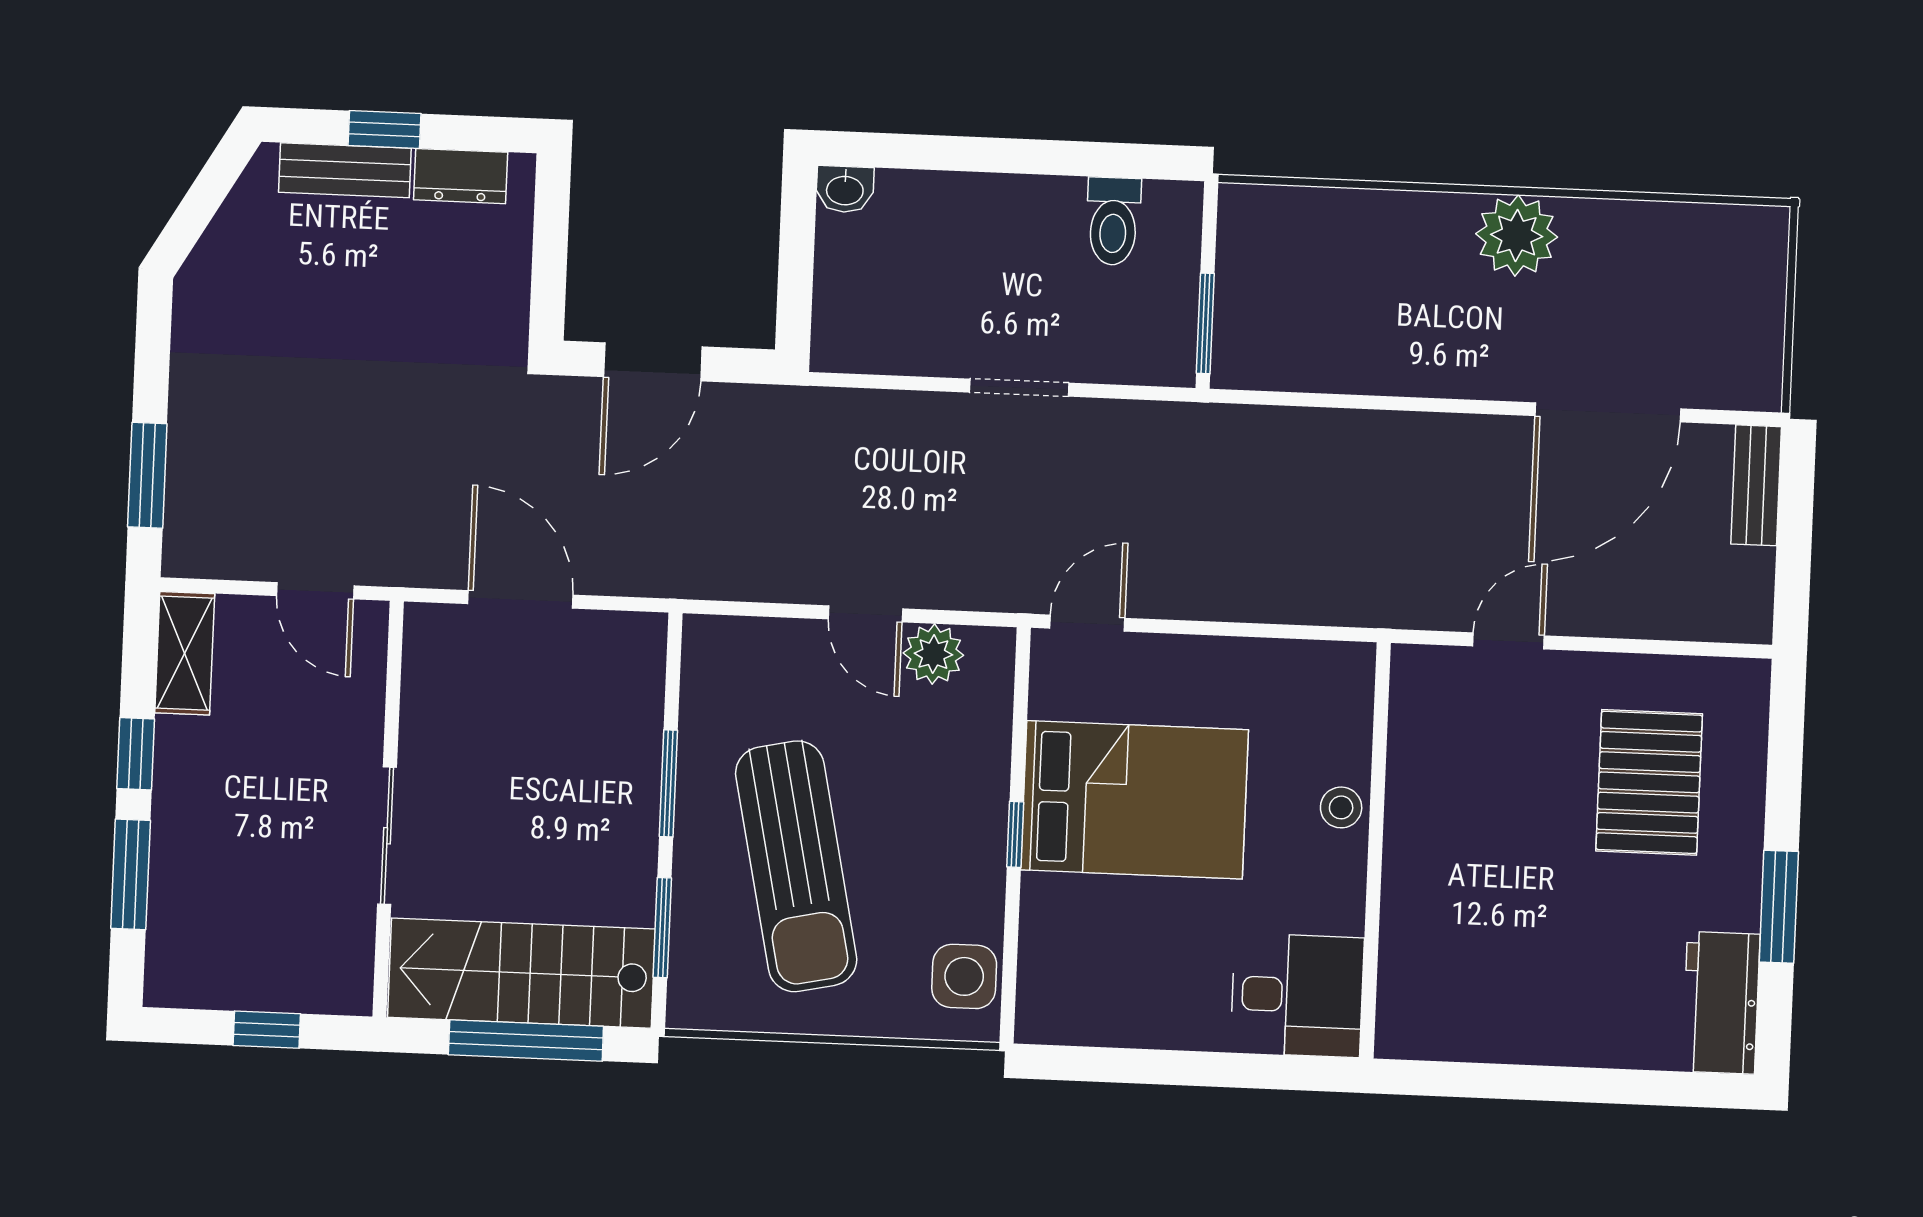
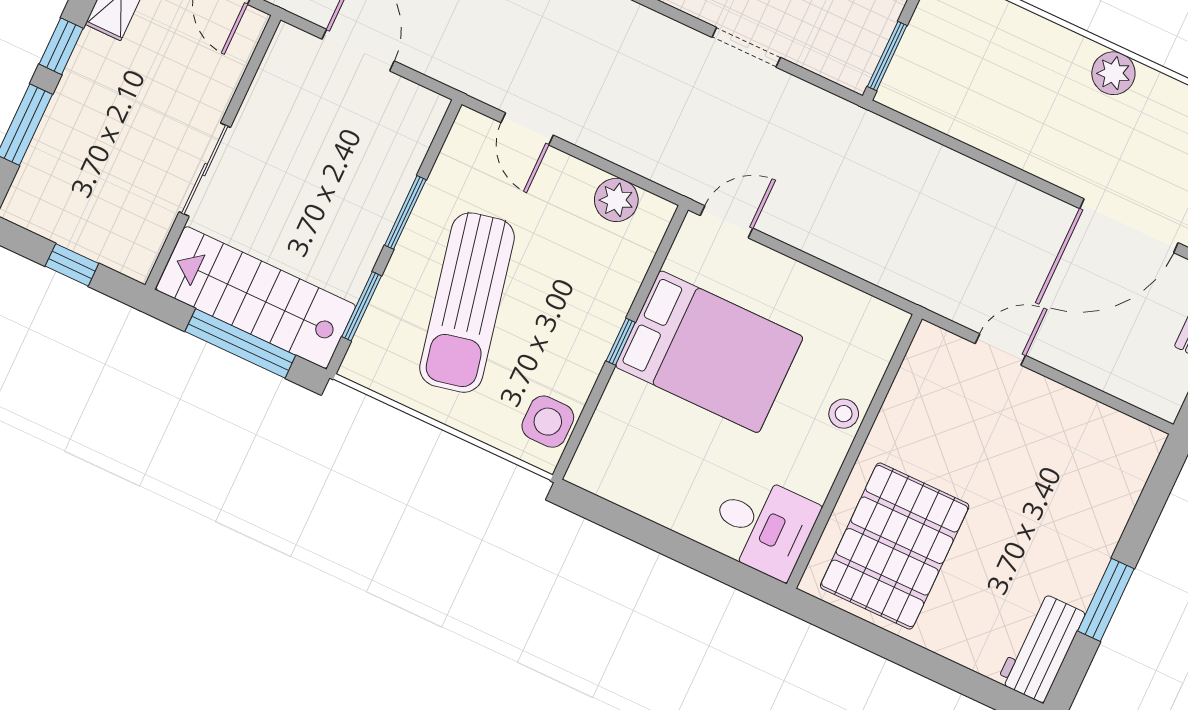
plant: (1517, 235) -> (1113, 73), width x0.73, depth x0.73
door: (865, 614) -> (527, 129), moved
pallet: (1649, 782) -> (895, 546), moved, width x1.37, depth x1.41

